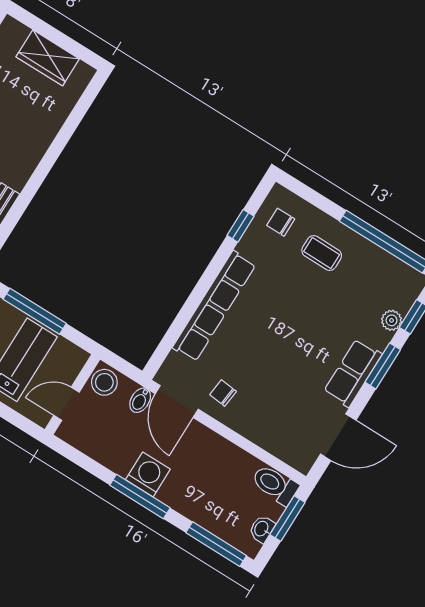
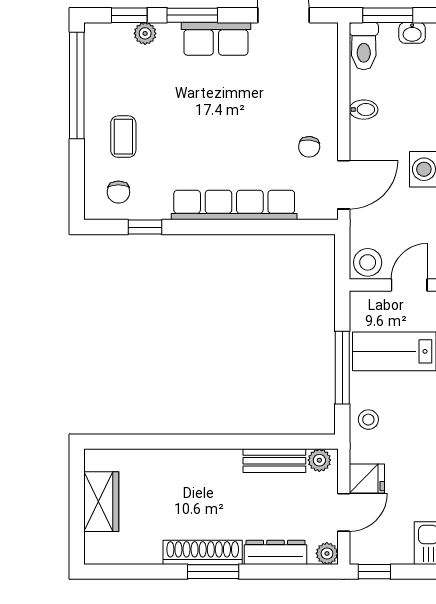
bidet: (140, 400) -> (364, 110), moved
door: (67, 404) -> (409, 285), swing flipped

